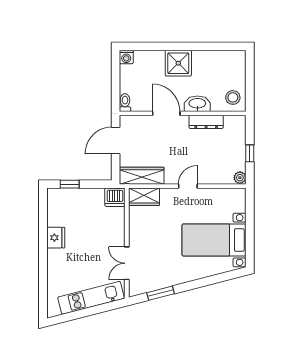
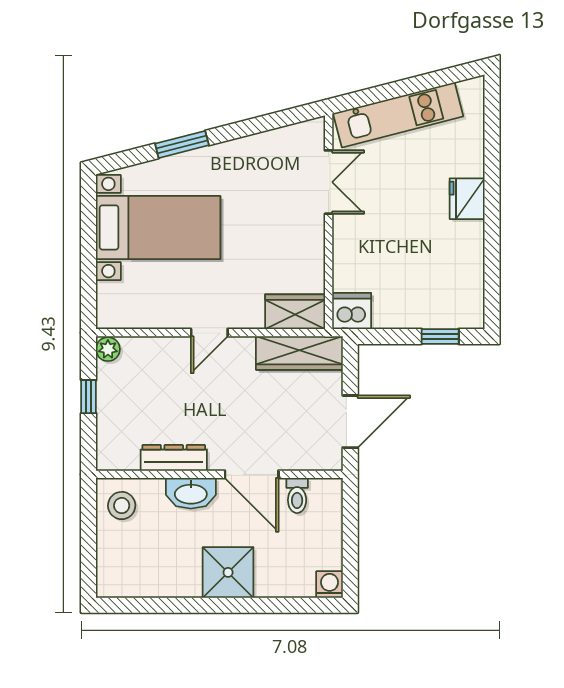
toilet: (125, 103) -> (297, 496), moved
fridge: (56, 238) -> (467, 199), moved
window: (160, 293) -> (182, 144), moved

